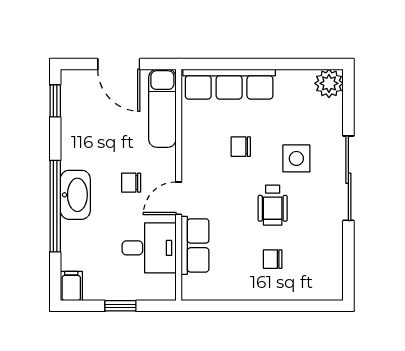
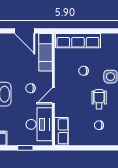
wheelchair: (273, 205) -> (99, 99), turned 180
row of seats: (195, 245) -> (61, 131), moved
desk: (149, 248) -> (39, 124), width x1.37

